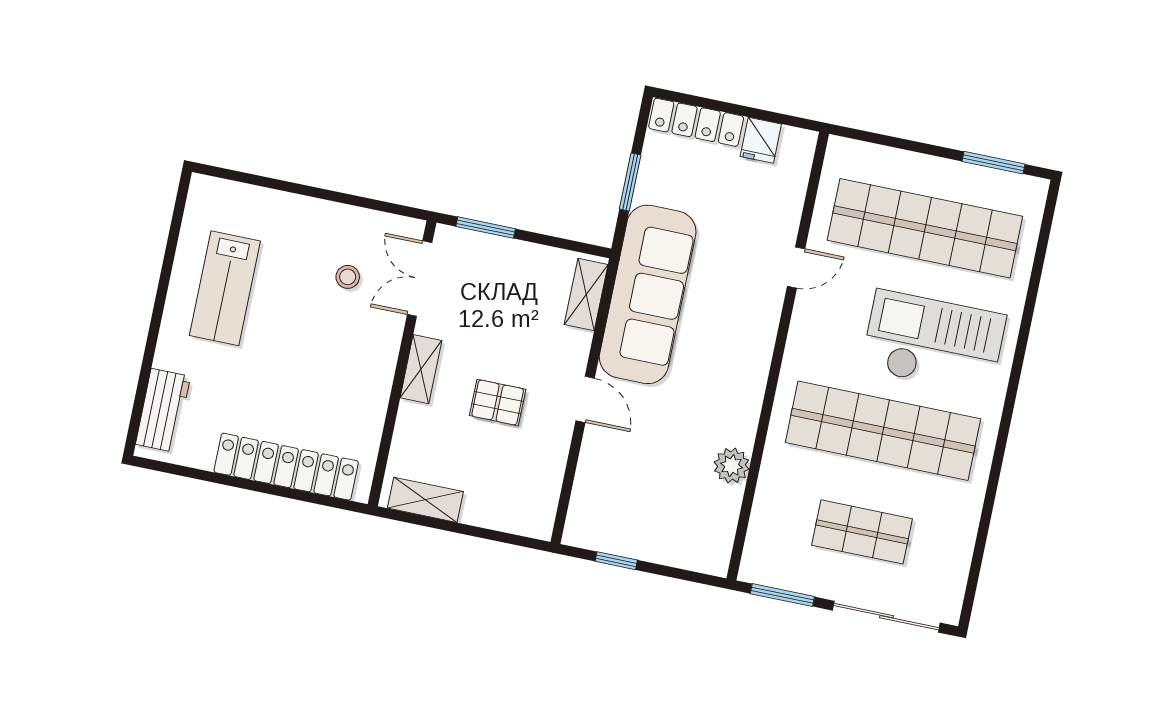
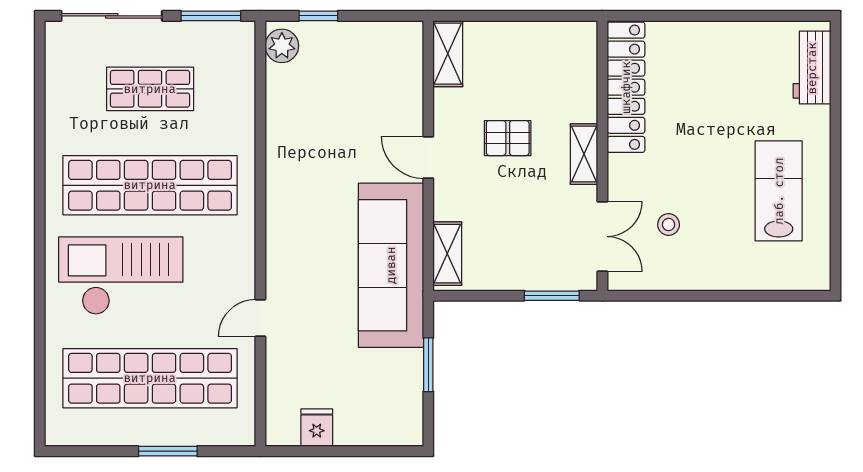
locker: (696, 122) -> (379, 432), removed
window: (993, 163) -> (168, 451), moved
checkout: (933, 342) -> (121, 276), turned 180
plant: (732, 466) -> (282, 46), moved
locker: (286, 467) -> (626, 87), moved, turned -90
shelving: (425, 500) -> (448, 54), moved, turned 90
window: (616, 561) -> (318, 16), moved

